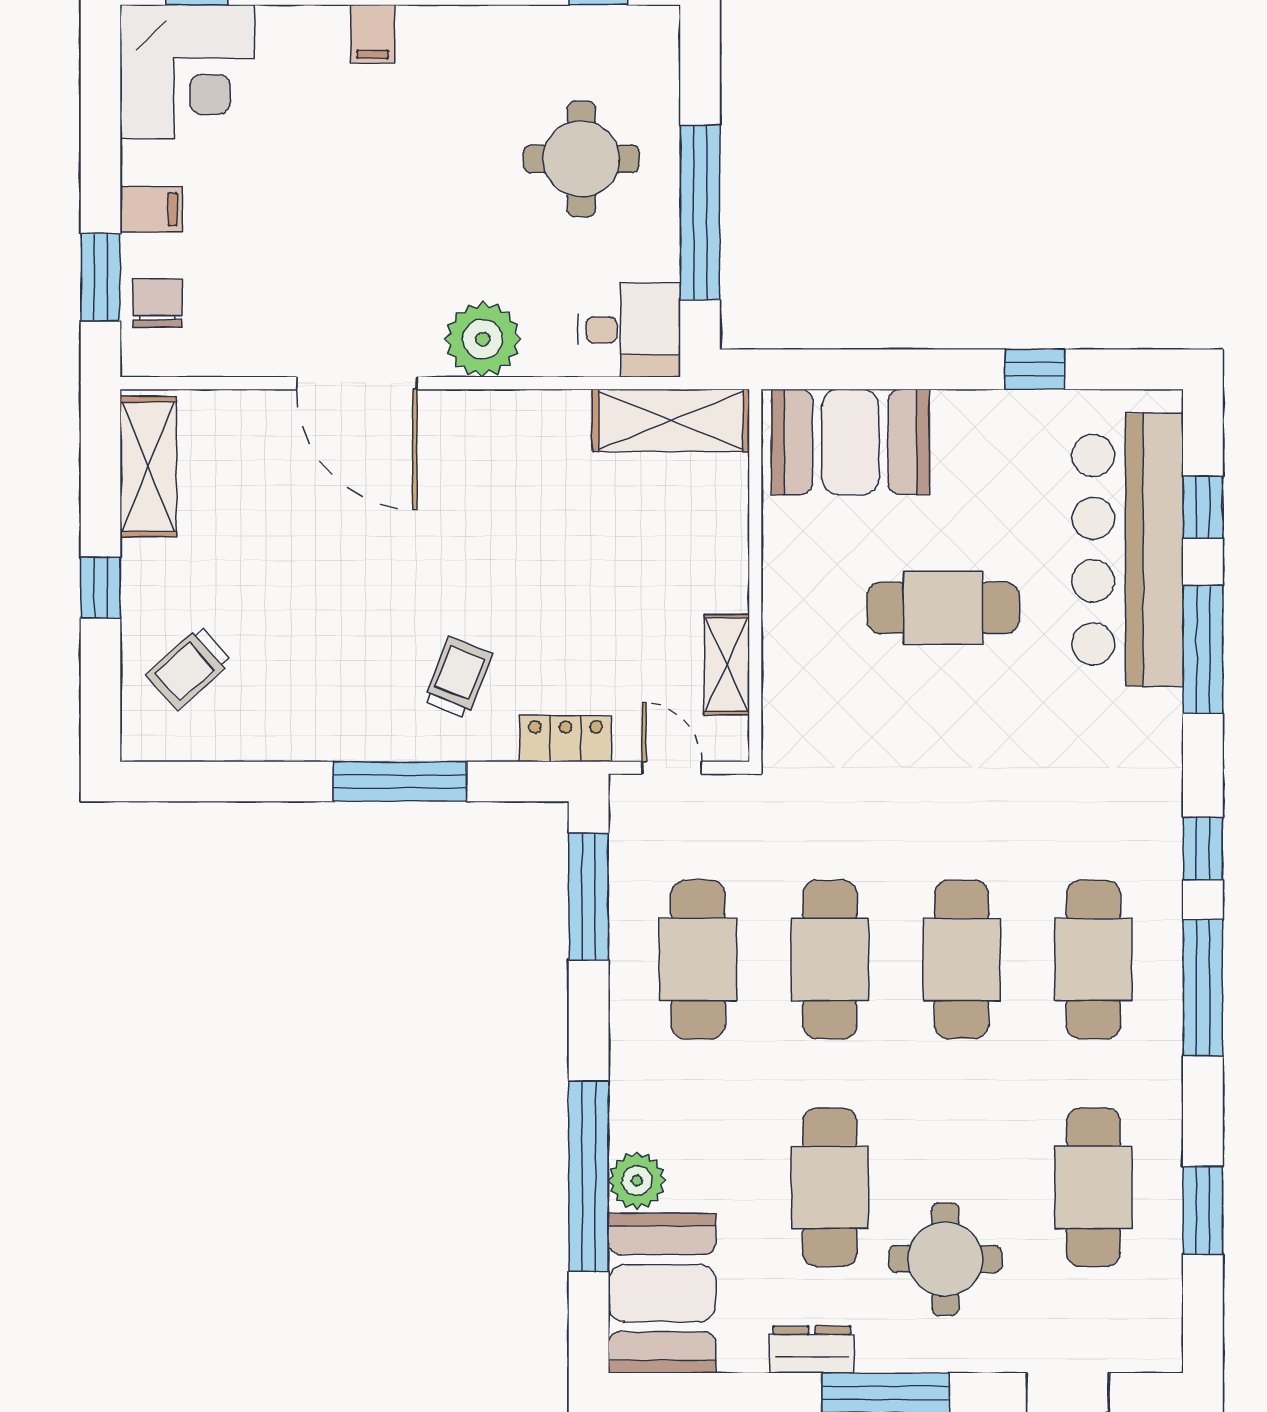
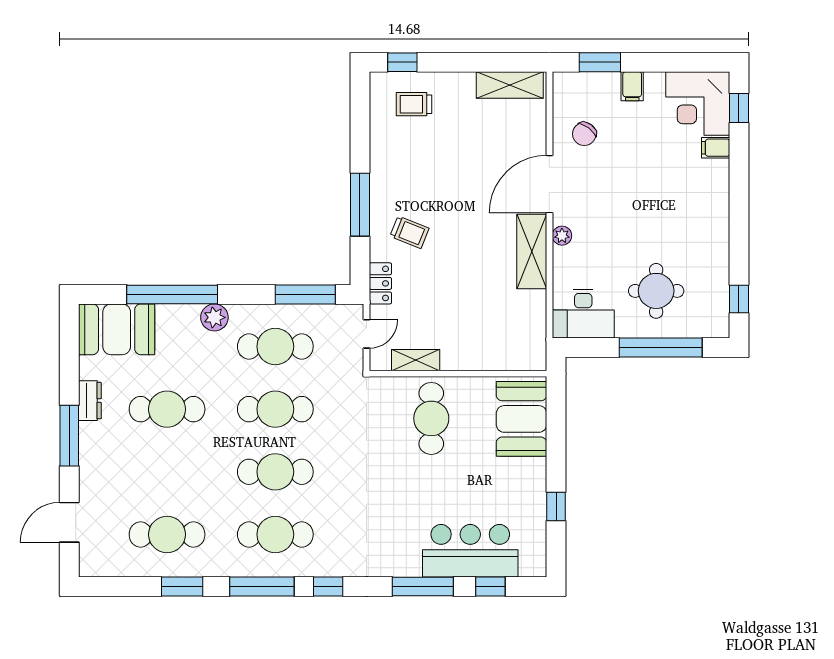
filing cabinet: (373, 34) -> (716, 148), moved
window: (700, 213) -> (661, 347), moved
chair: (157, 303) -> (584, 134), moved, turned 126
desk: (629, 330) -> (583, 314), width x1.37
plant: (483, 339) -> (562, 236), width x0.53, depth x0.53
shelving: (671, 420) -> (532, 252), moved
bar counter: (1128, 550) -> (470, 551), width x0.73
window: (101, 588) -> (402, 62), moved
cafe table: (943, 608) -> (431, 418), moved
trolley: (189, 668) -> (414, 104), turned -48
plant: (637, 1180) -> (214, 317), moved
window: (1203, 1210) -> (182, 587), moved
round table: (945, 1259) -> (133, 464), removed

